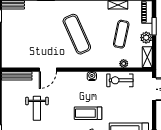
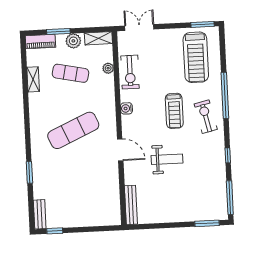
door: (48, 70) -> (120, 150), moved
weight bench: (37, 108) -> (167, 159), moved

